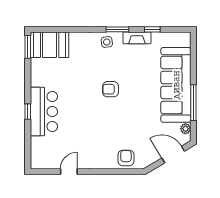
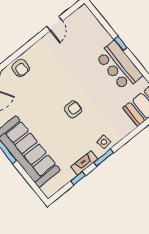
bar counter: (44, 112) -> (119, 66), moved

